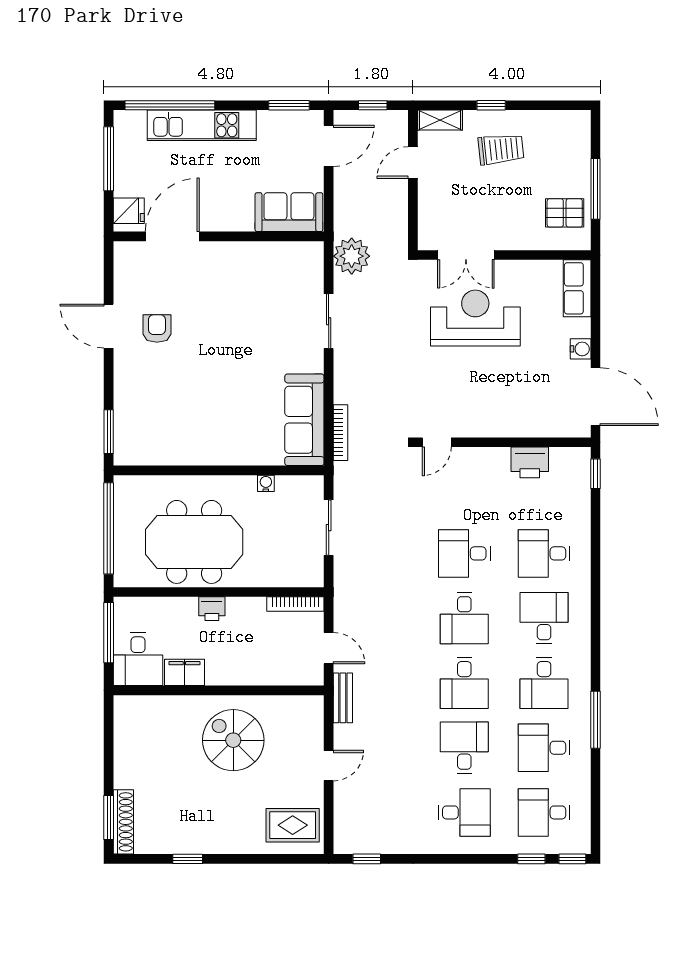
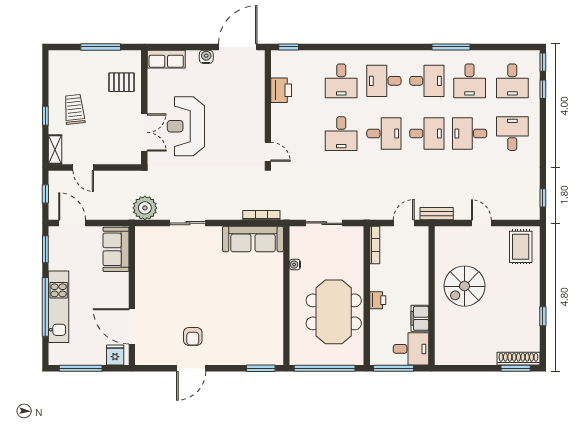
window: (170, 105) -> (45, 307), moved
pallet: (565, 213) -> (122, 82), moved, turned 90
armchair: (157, 329) -> (193, 336), turned -90

